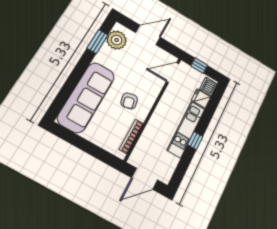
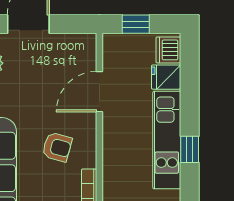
door: (173, 72) -> (99, 92), moved
armchair: (129, 101) -> (57, 147), turned -63

